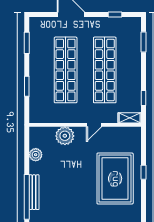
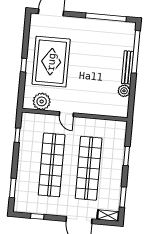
shelving: (130, 118) -> (108, 216), moved
door: (94, 125) -> (66, 114), swing flipped
plant: (65, 136) -> (42, 101), moved
bench: (34, 192) -> (128, 67), moved

